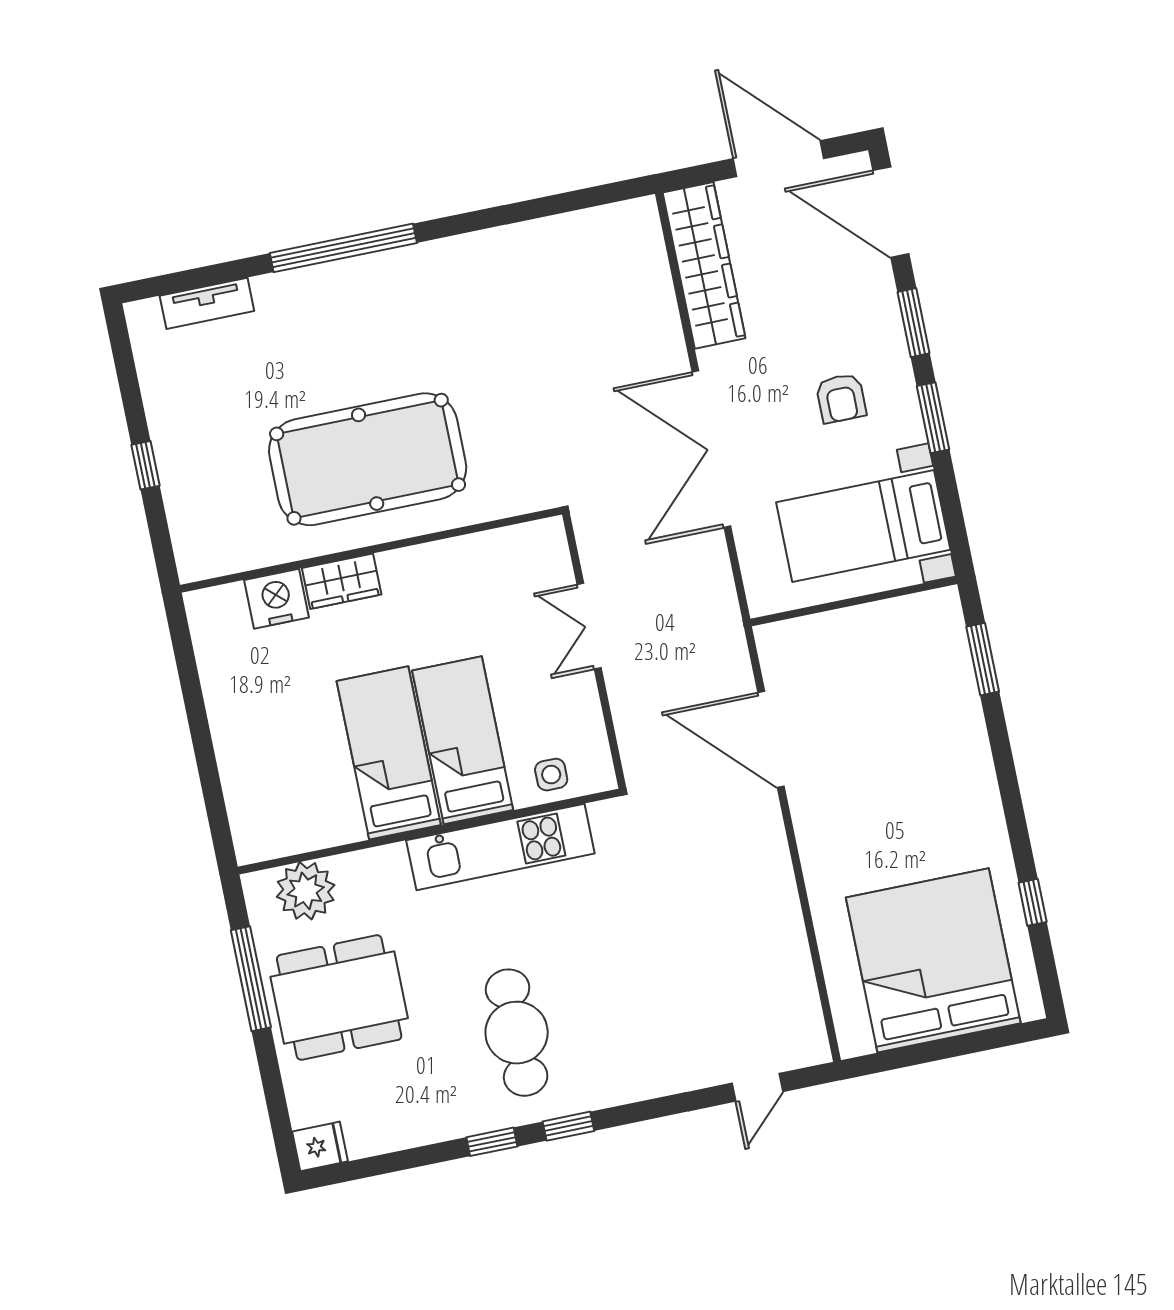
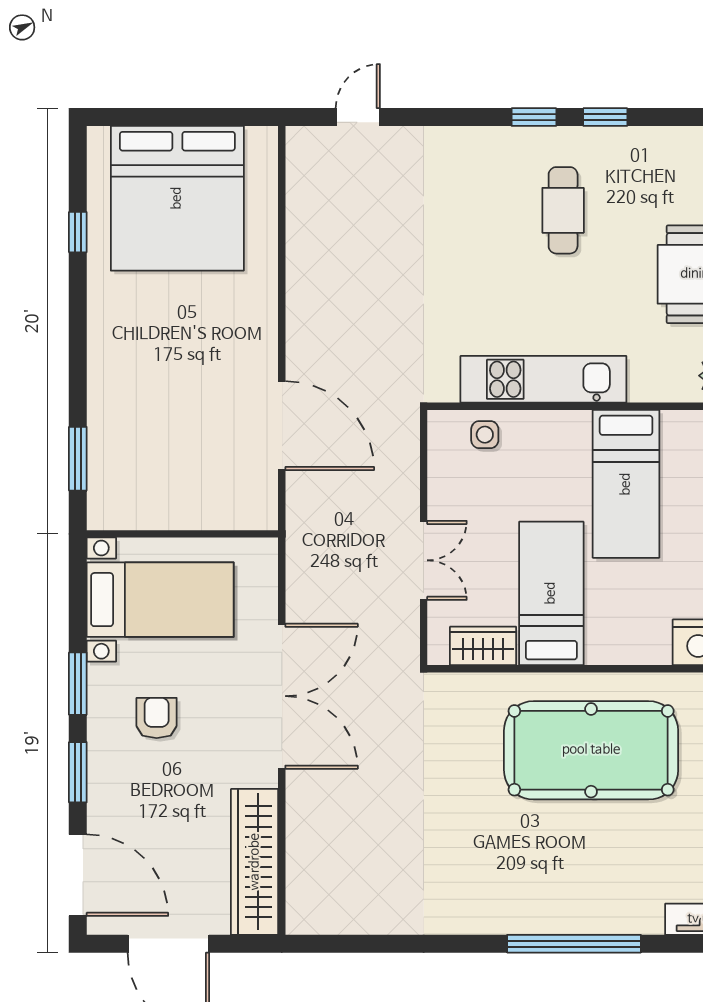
wardrobe: (342, 581) -> (483, 646), moved
bed: (463, 740) -> (551, 593), moved, turned 180
cafe table: (517, 1033) -> (563, 210), width x0.73, depth x0.74

